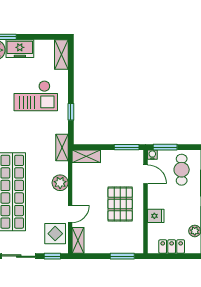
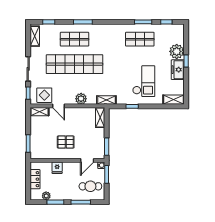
checkout: (36, 96) -> (144, 81), turned 180
pallet: (120, 204) -> (66, 142), width x0.67, depth x0.71

